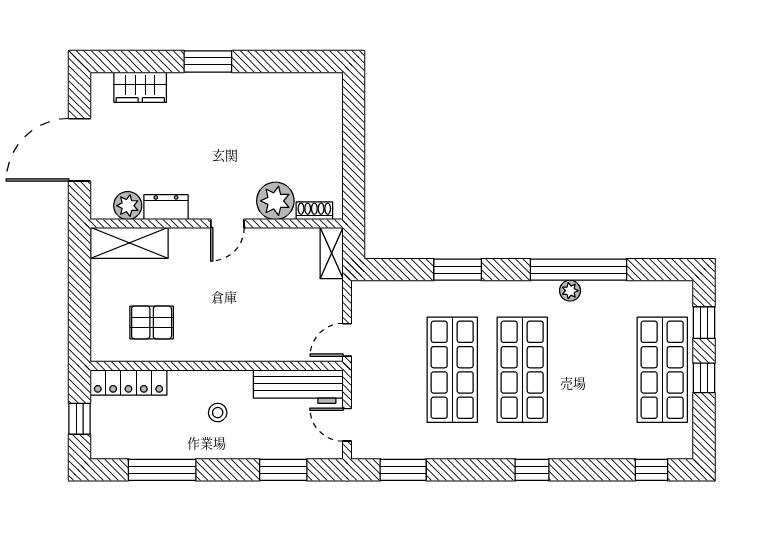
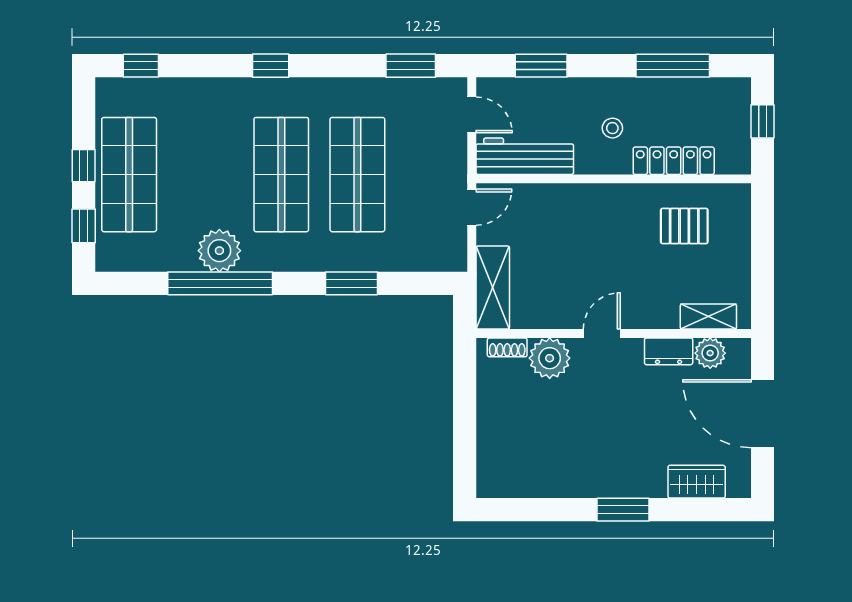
door: (80, 150) -> (762, 414), swing flipped
shelving: (129, 243) -> (708, 317), width x0.67, depth x0.75
shelving: (332, 253) -> (493, 288), width x1.50, depth x1.33
plant: (570, 291) -> (219, 251), width x1.88, depth x1.88
locker: (128, 382) -> (674, 161), moved

